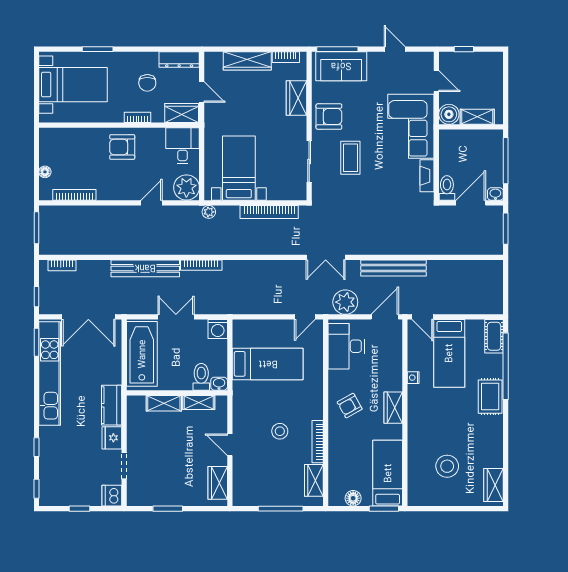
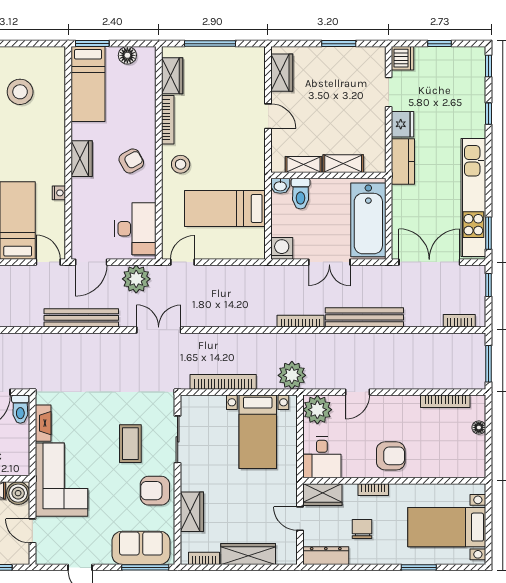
plant: (209, 212) -> (292, 375), width x1.88, depth x1.88
stool: (280, 431) -> (181, 164), moved

